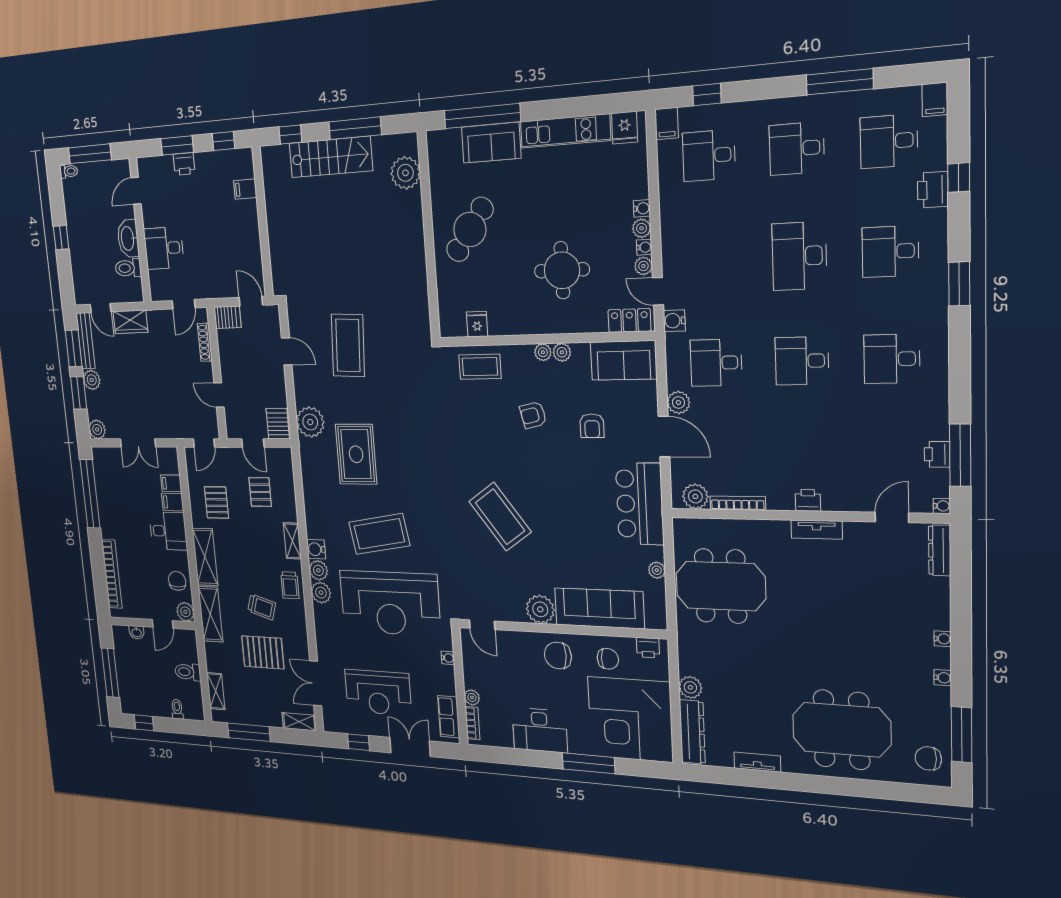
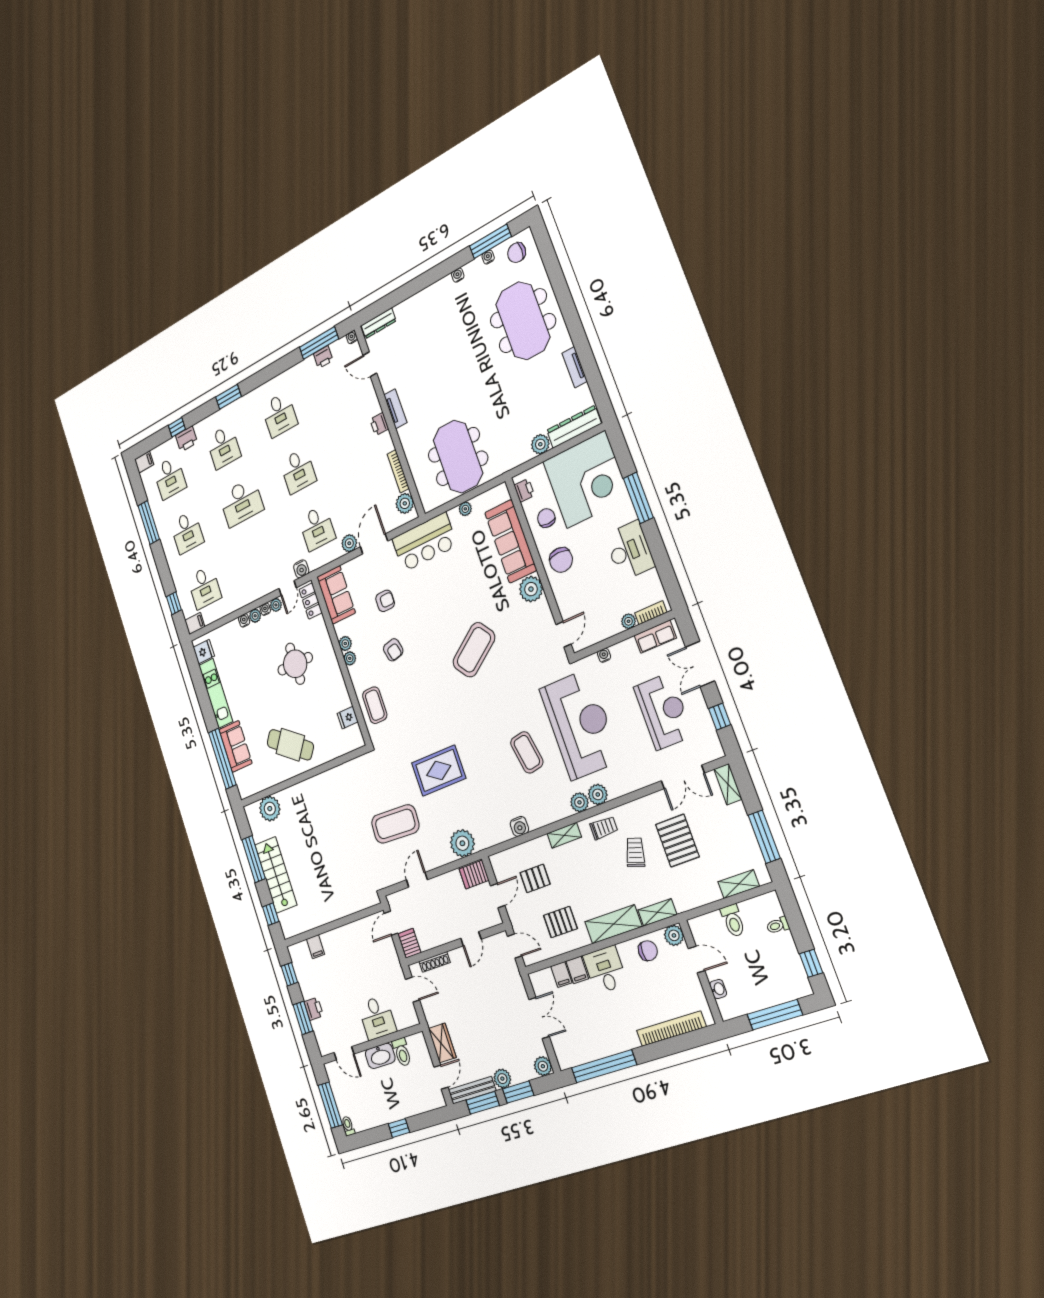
rug: (356, 454) -> (439, 771), moved
coffee table: (379, 534) -> (527, 752), width x0.73, depth x0.76
water cooler: (316, 549) -> (519, 826), moved
chair: (177, 581) -> (648, 951), turned 180
shelving: (210, 614) -> (657, 912), width x0.67, depth x0.75
water cooler: (943, 639) -> (488, 257), moved
chair: (928, 758) -> (517, 253), turned 90

